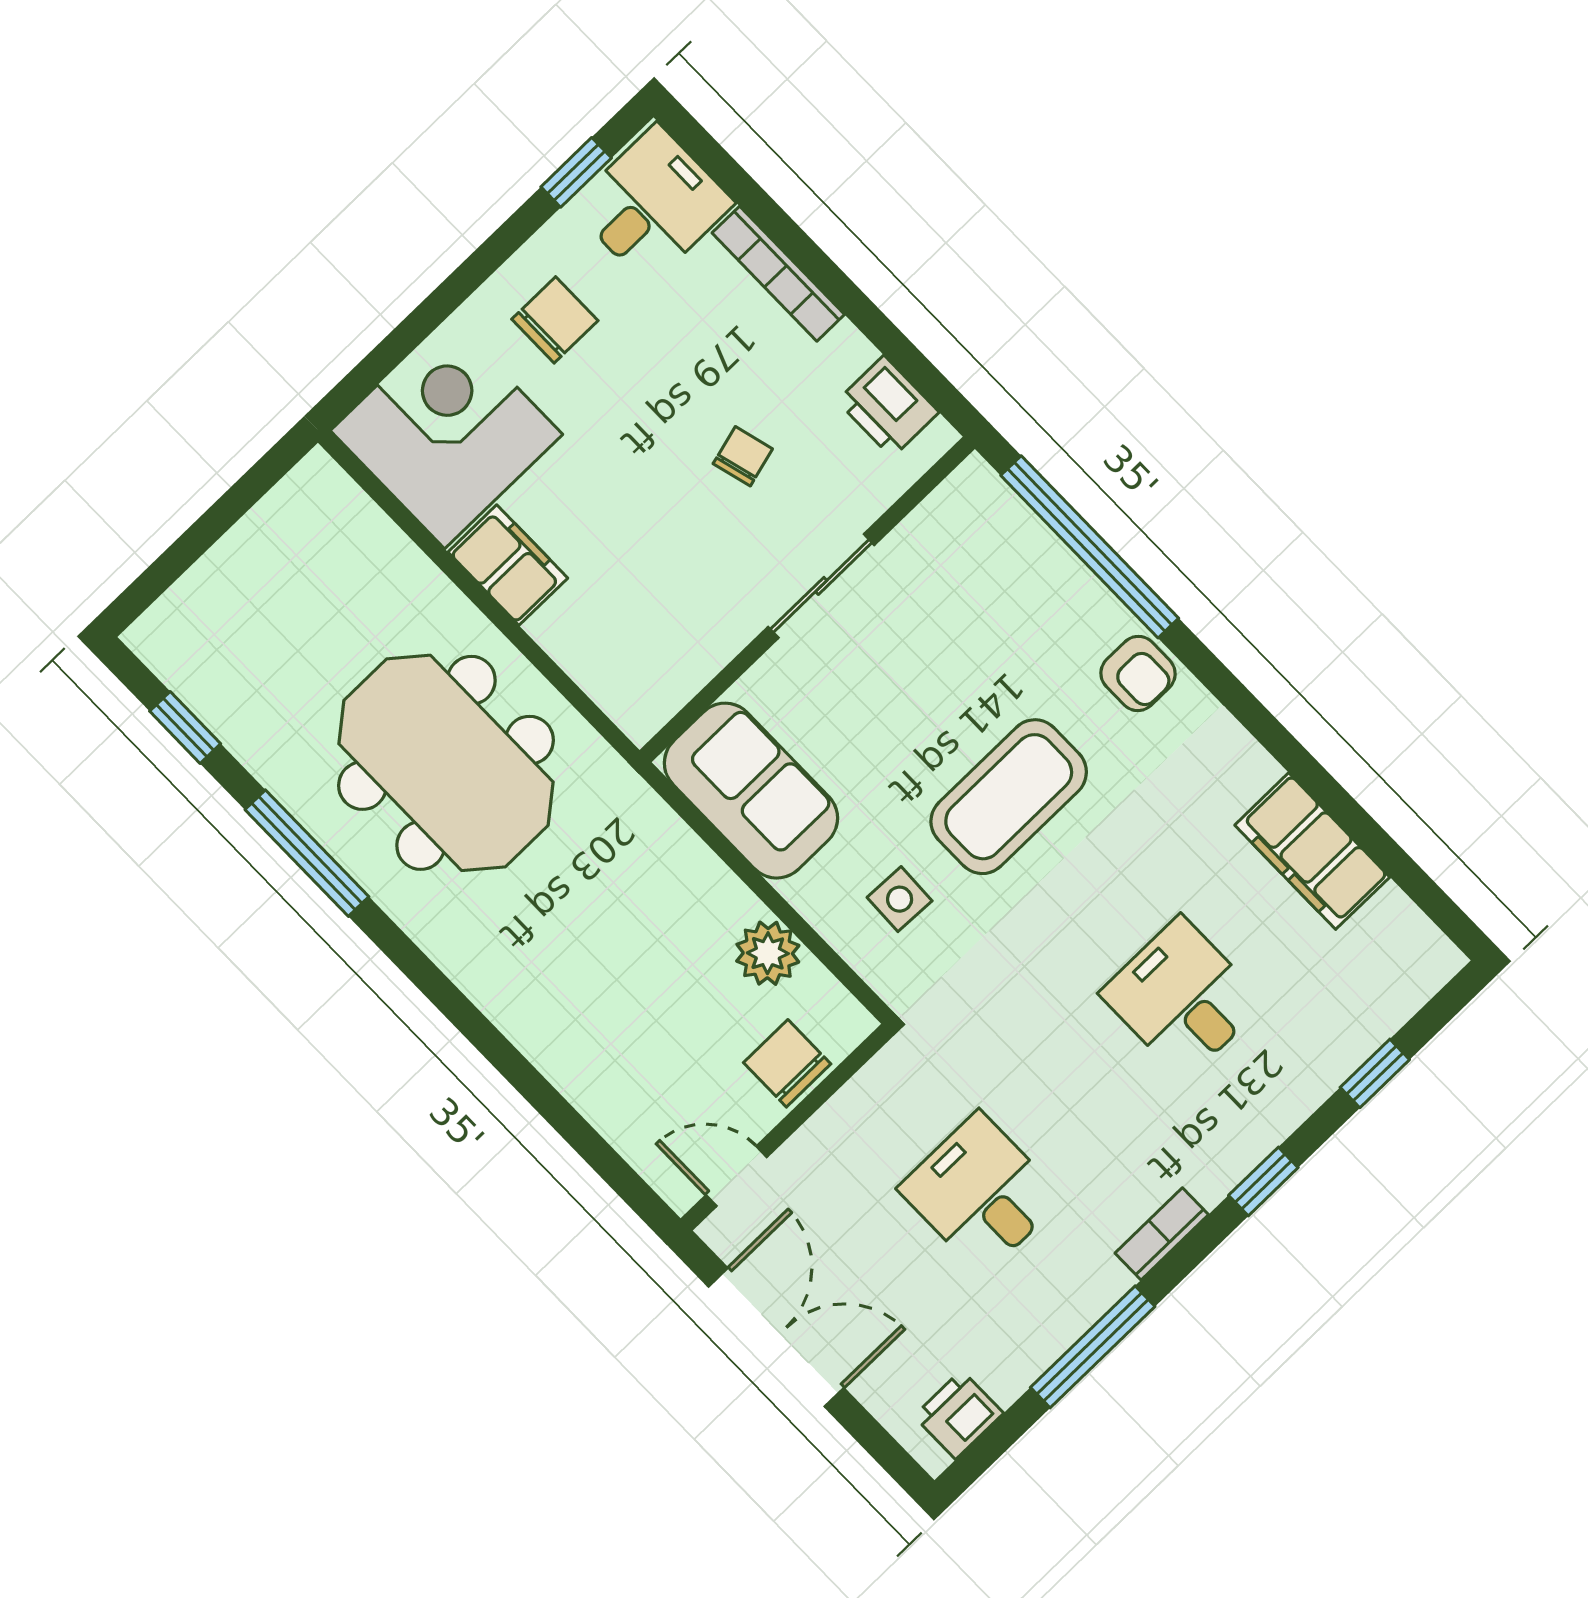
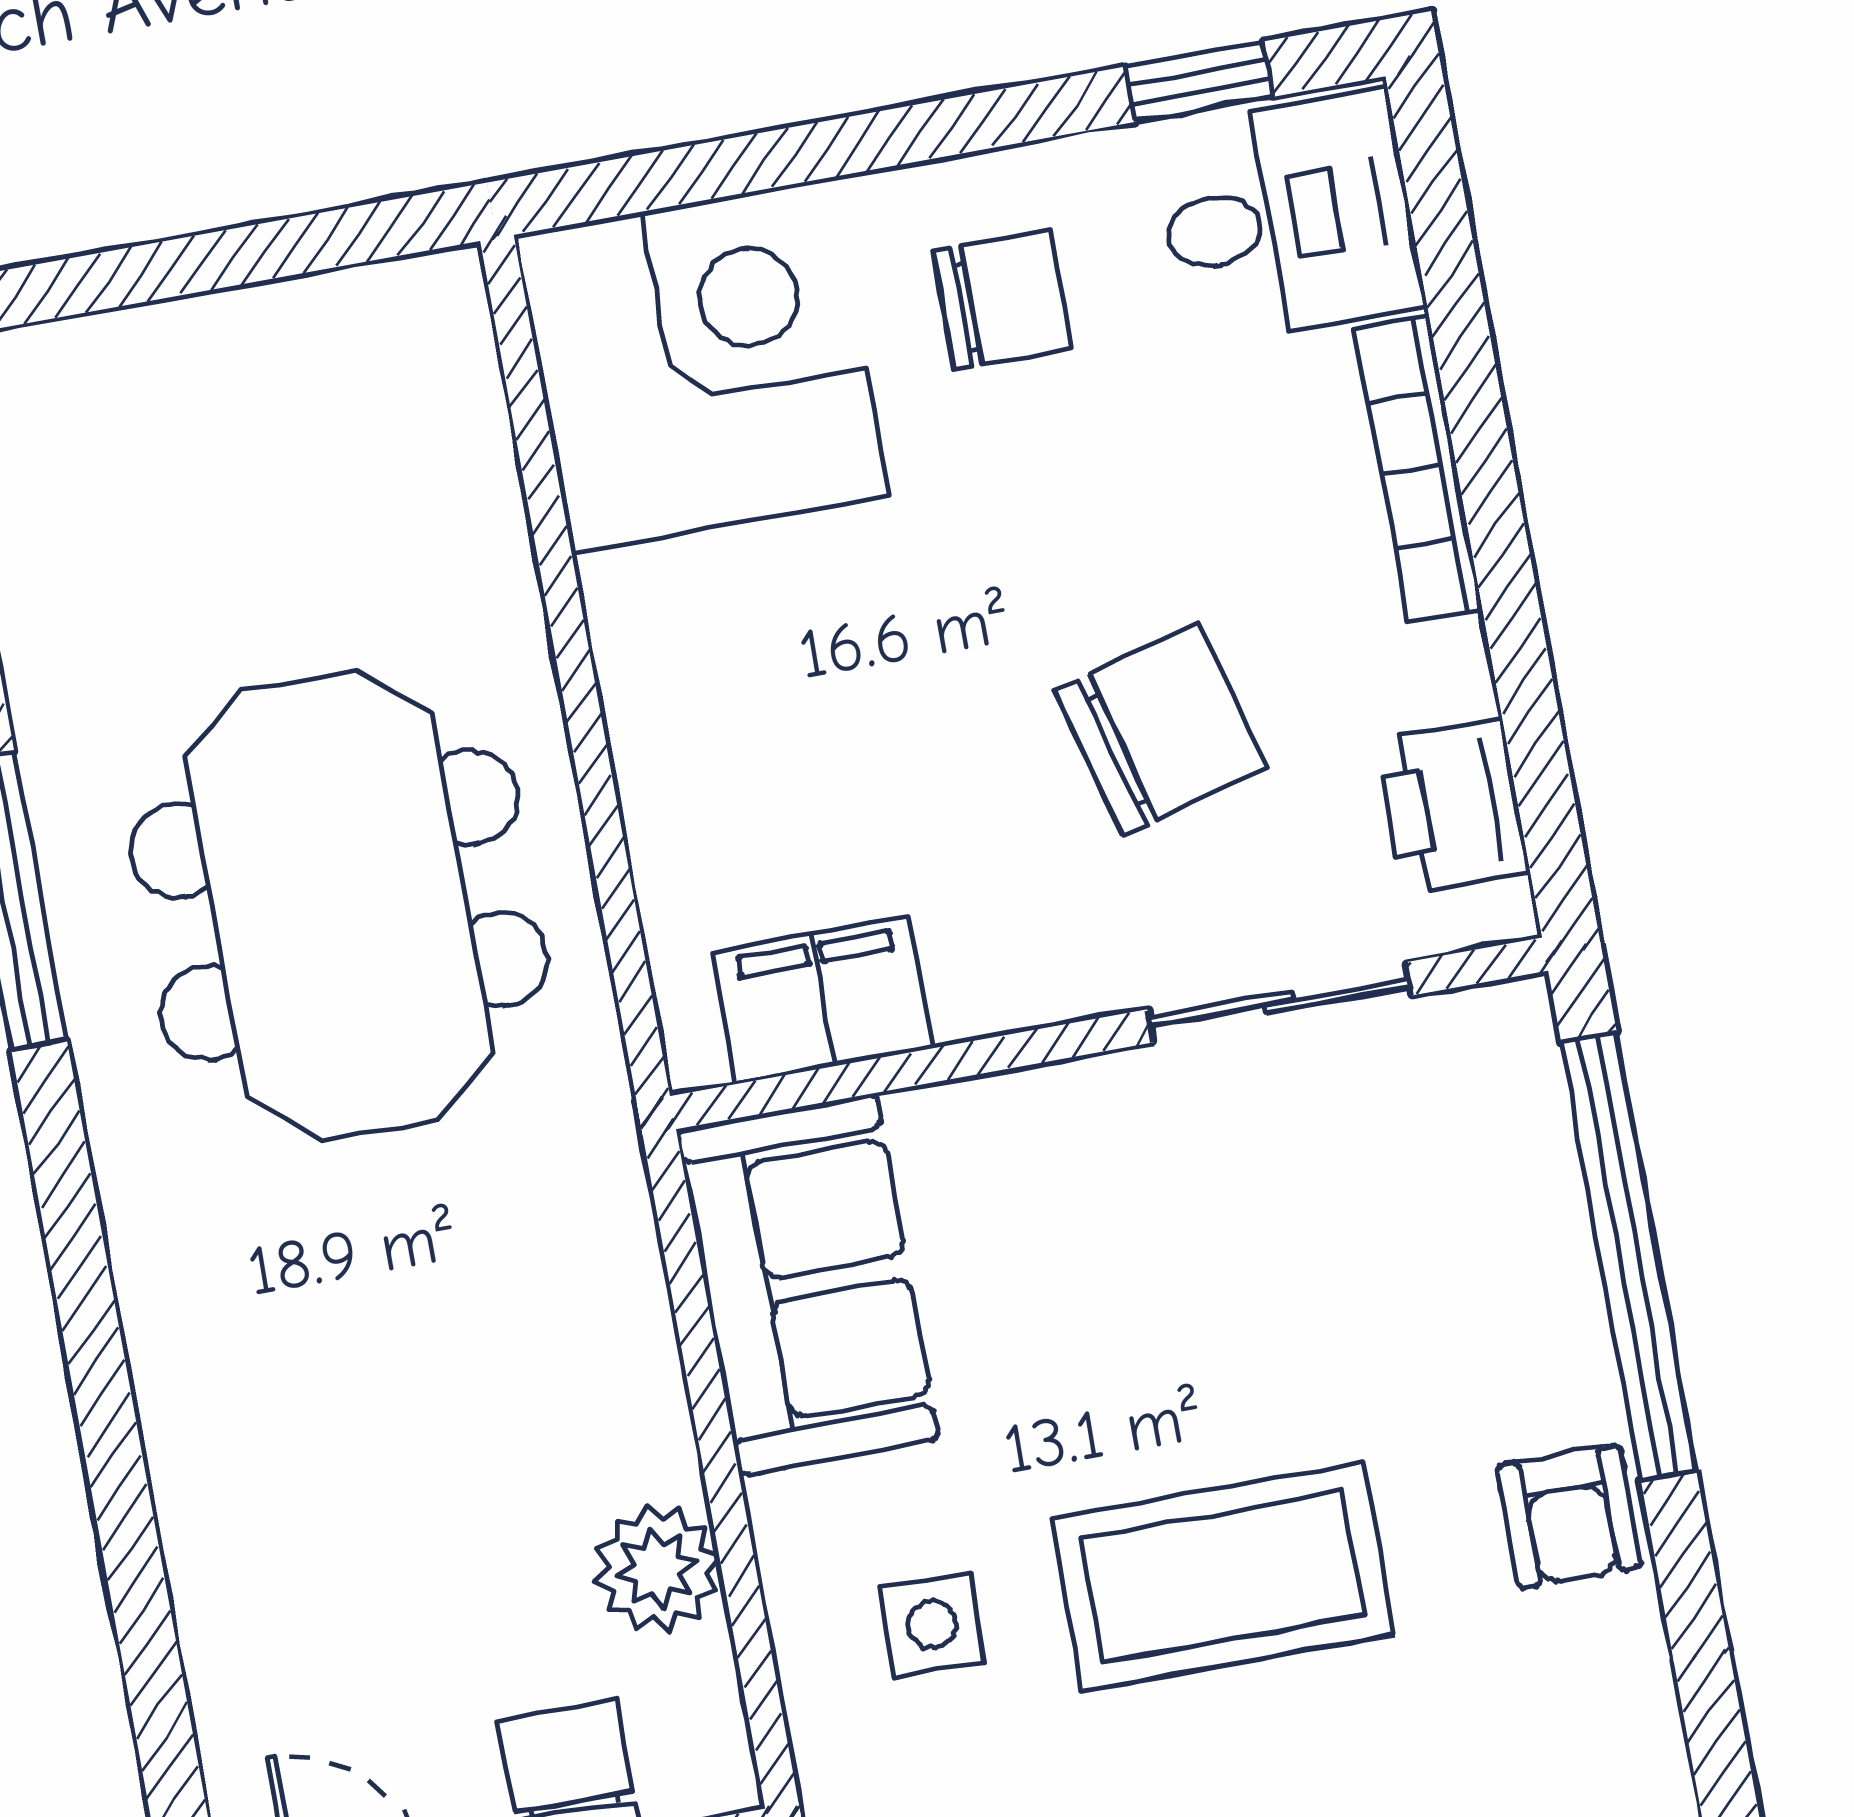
chair: (743, 456) -> (1161, 728), width x1.87, depth x1.87
filing cabinet: (508, 565) -> (823, 1000), moved, turned -90
sliding door: (821, 586) -> (1280, 1002), moved

